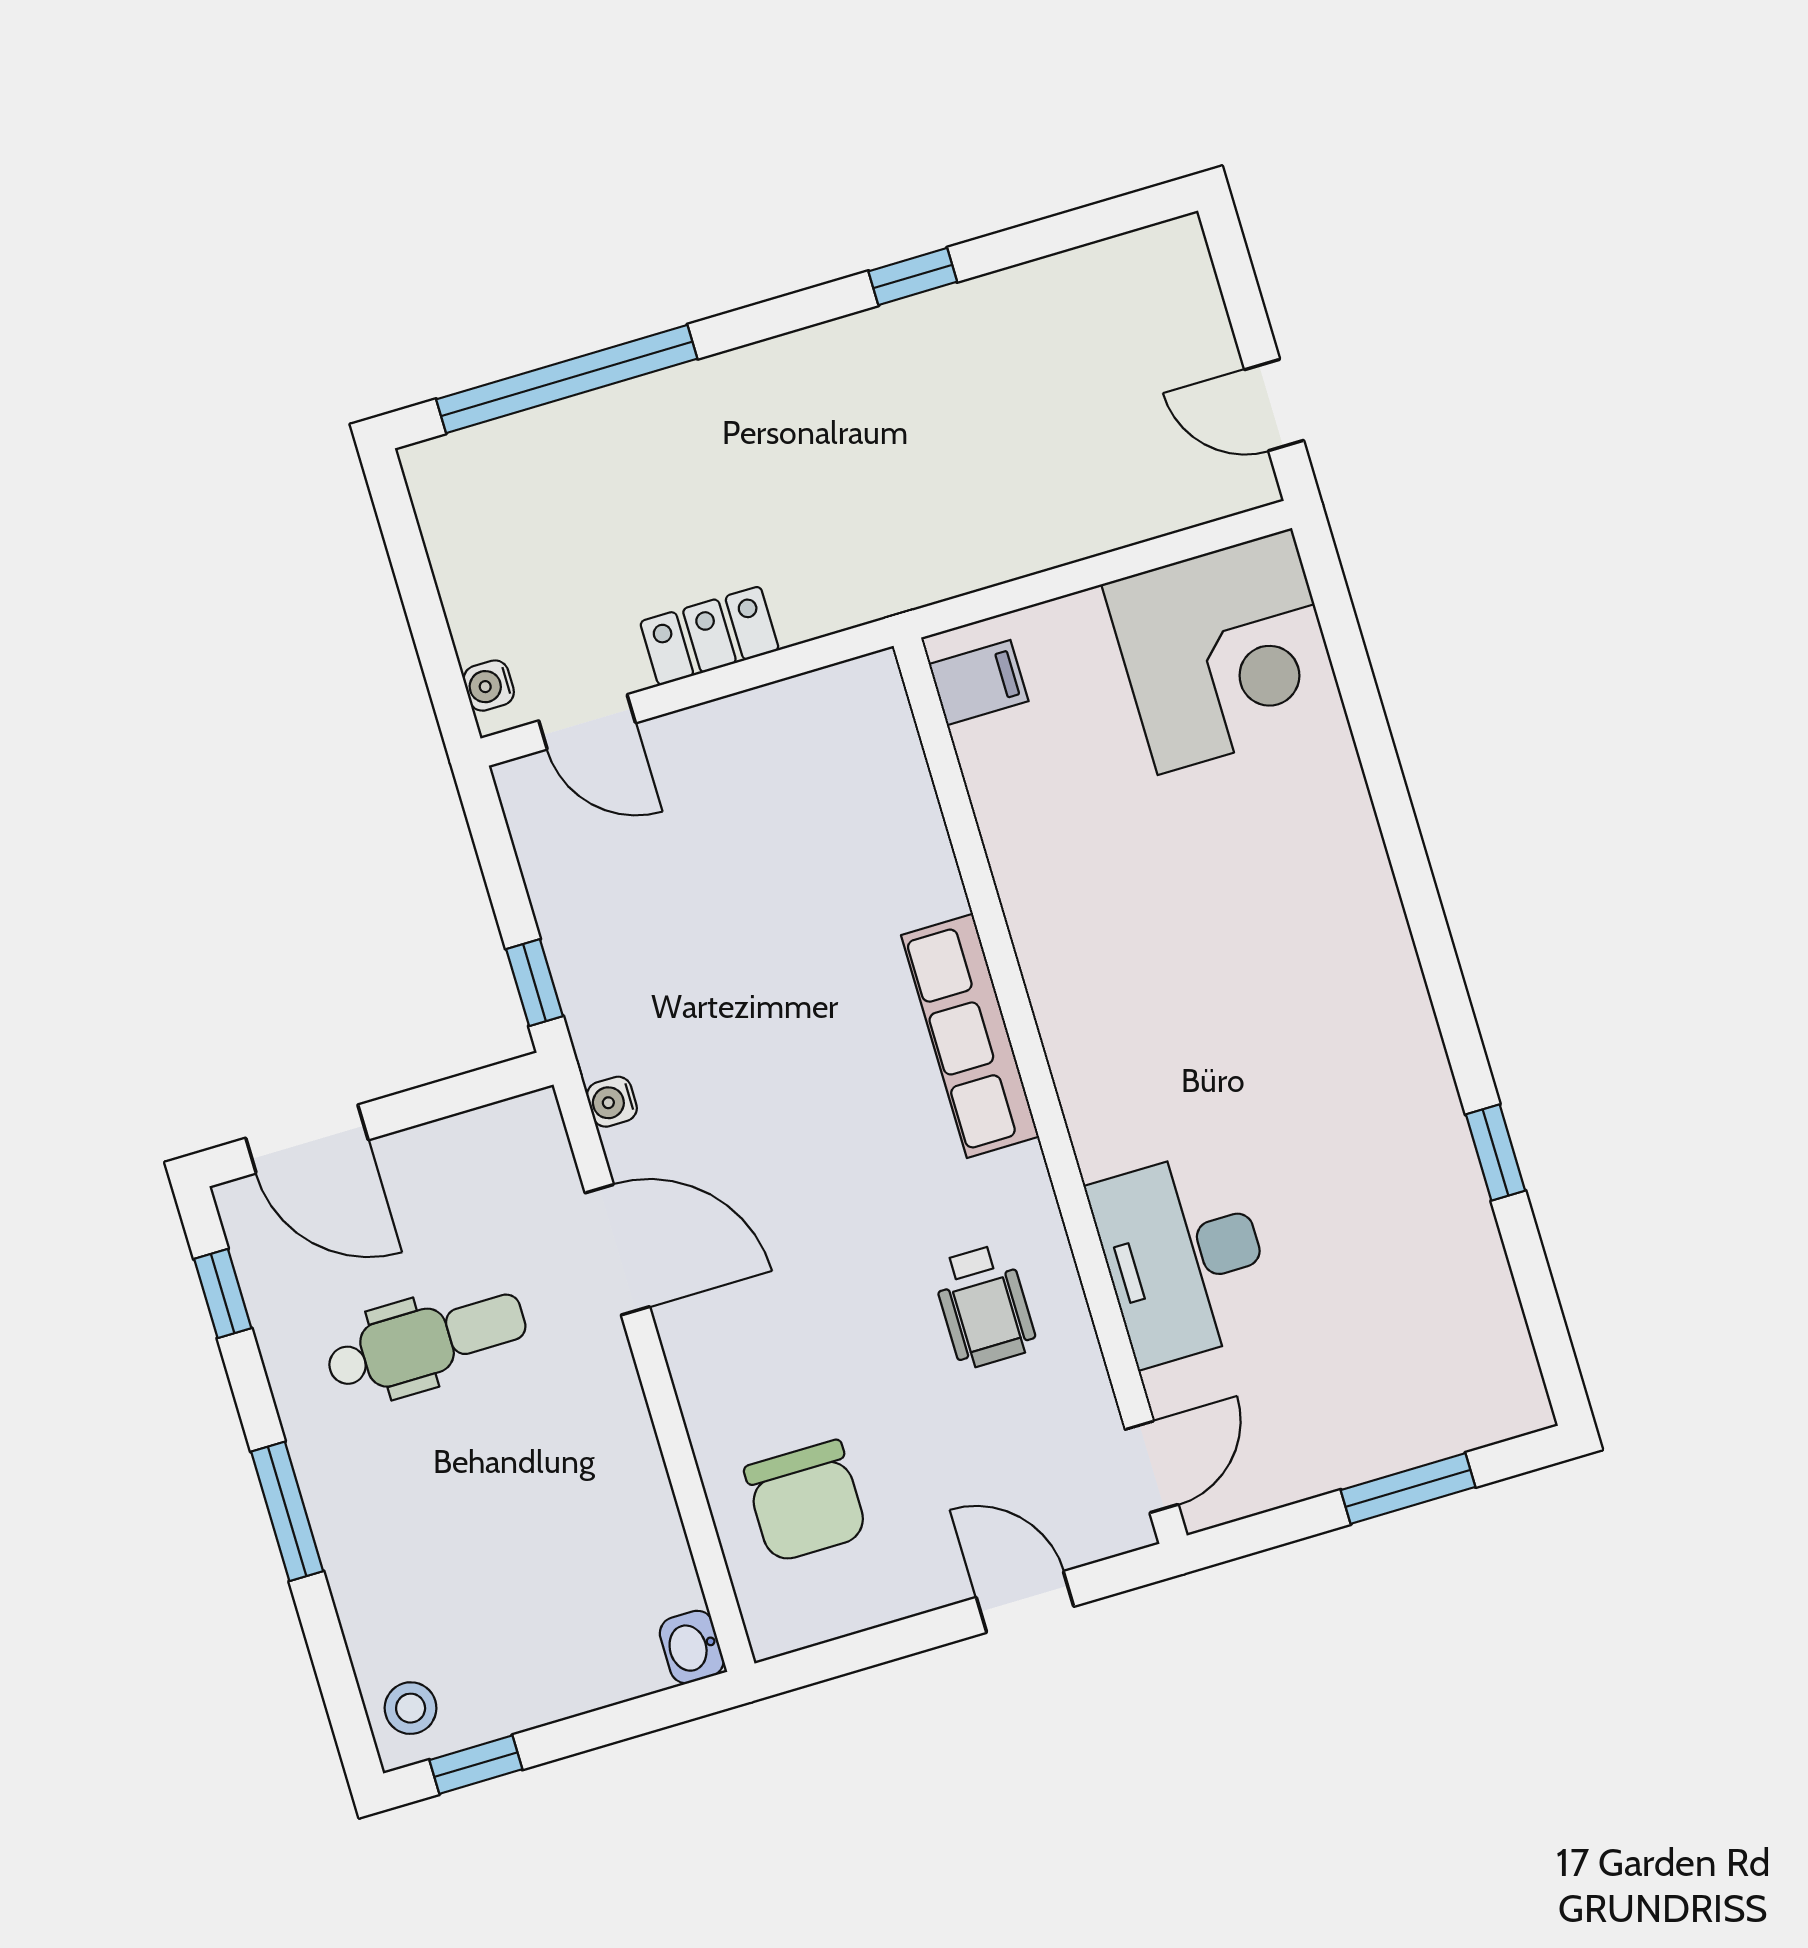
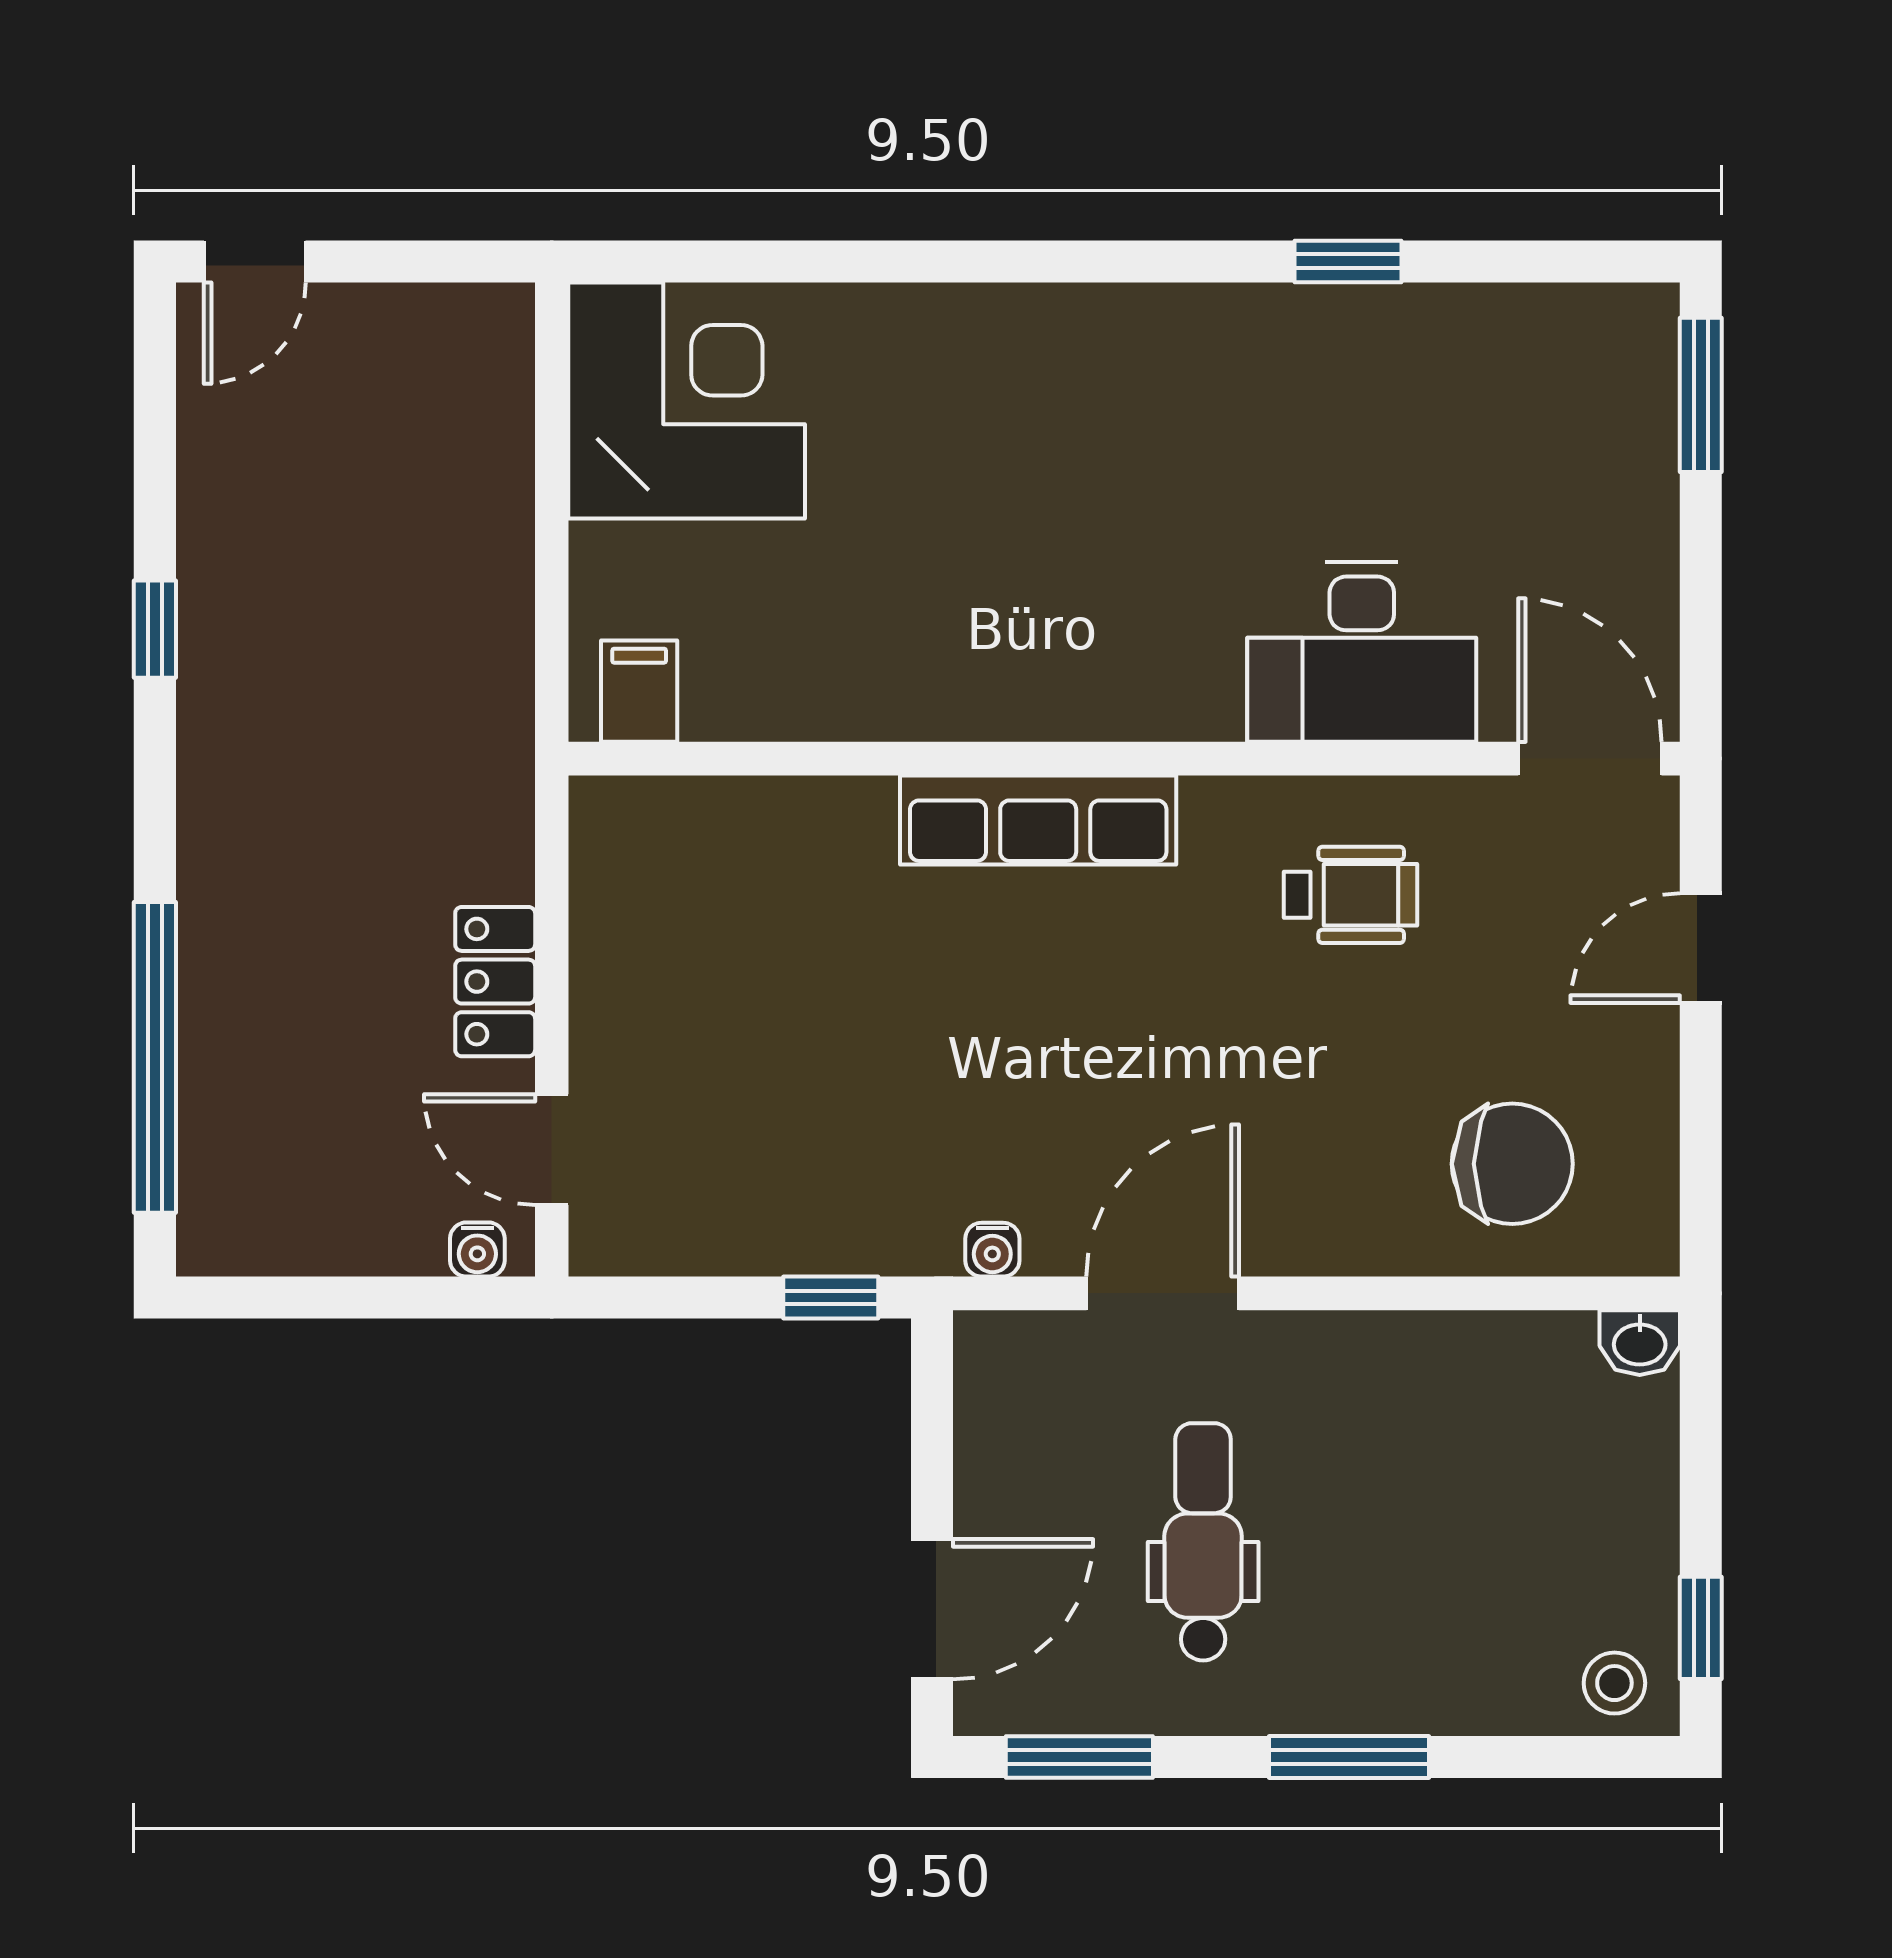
door: (1274, 405) -> (255, 261), moved
door: (587, 722) -> (552, 1150), swing flipped
window: (223, 1294) -> (1079, 1757), width x1.50
door: (1152, 1467) -> (1590, 759), width x1.38
window: (1408, 1488) -> (1701, 395), moved

